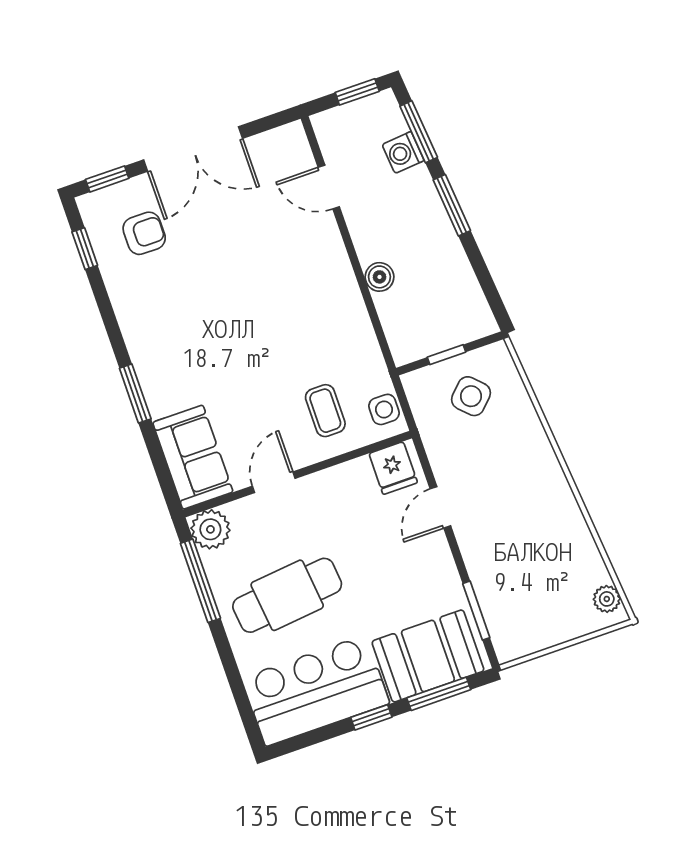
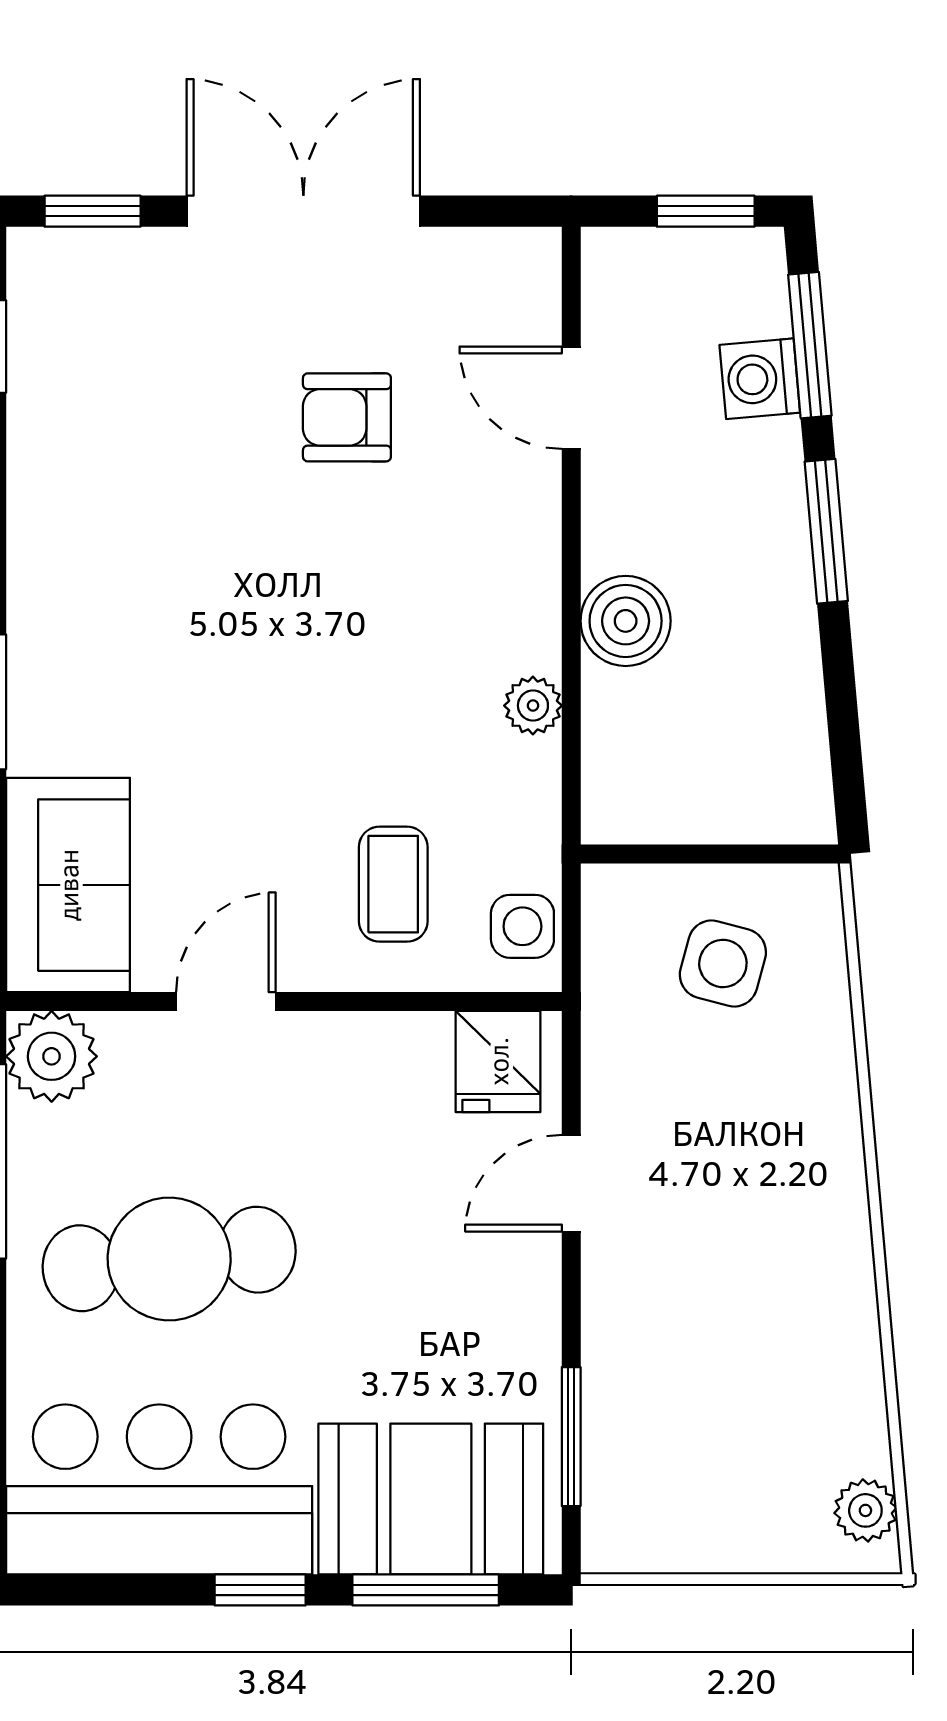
double door: (193, 149) -> (303, 211), swing flipped
armchair: (144, 233) -> (347, 417), moved, turned 180
boiler: (379, 277) -> (626, 621), width x1.36, depth x1.36
plant: (357, 318) -> (533, 706), added
window: (446, 355) -> (701, 854), removed
side table: (471, 396) -> (723, 963), turned -30

